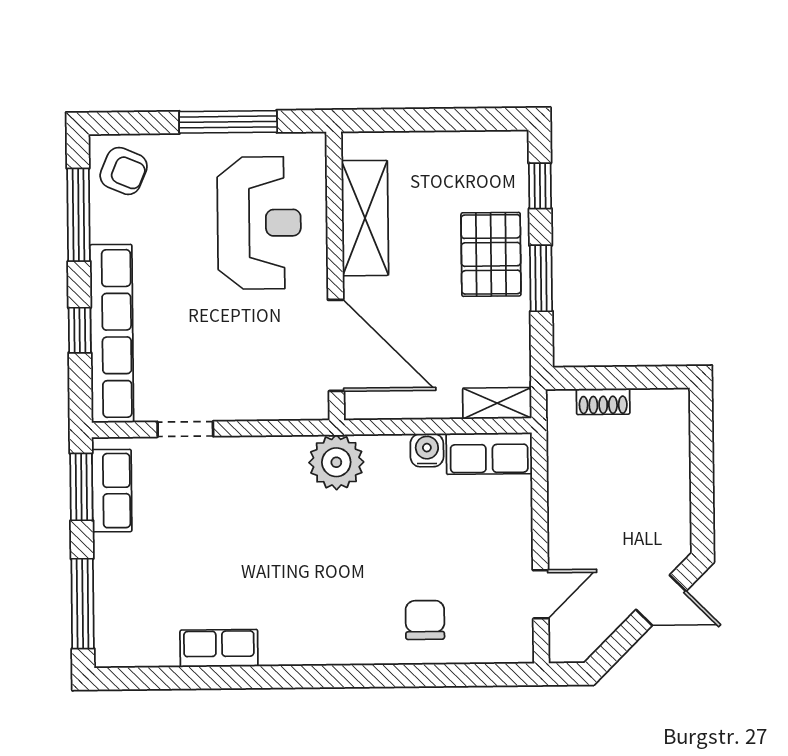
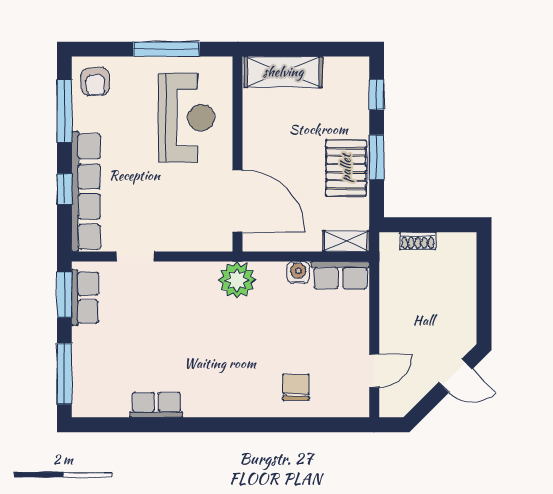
armchair: (124, 171) -> (95, 82), turned 64
shelving: (365, 218) -> (283, 72), moved, turned 90
pallet: (491, 254) -> (346, 168), moved

